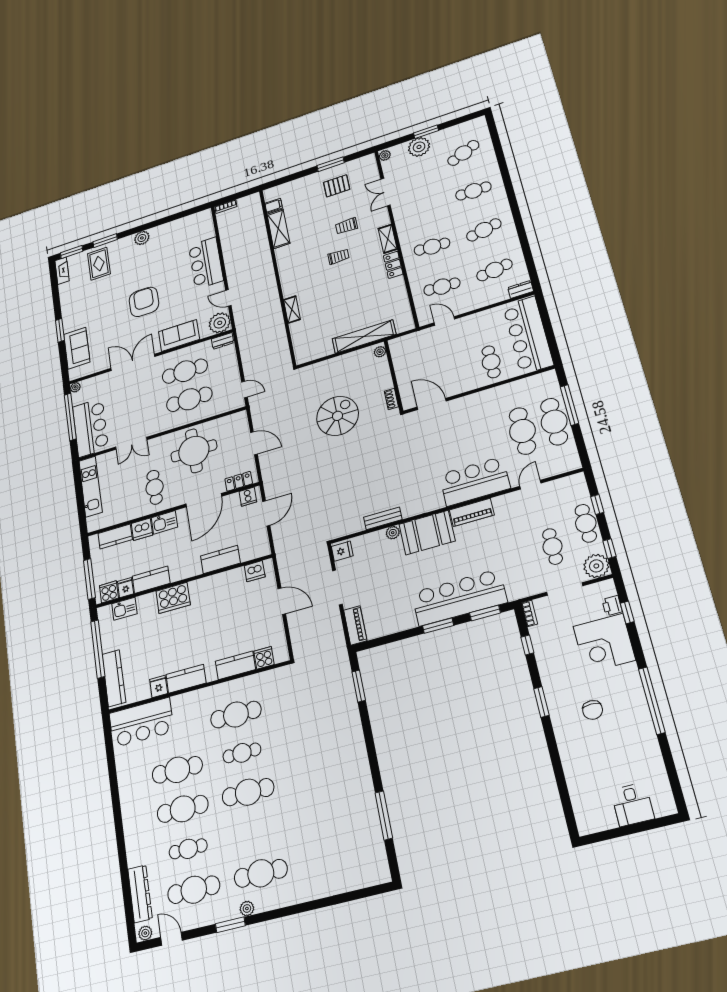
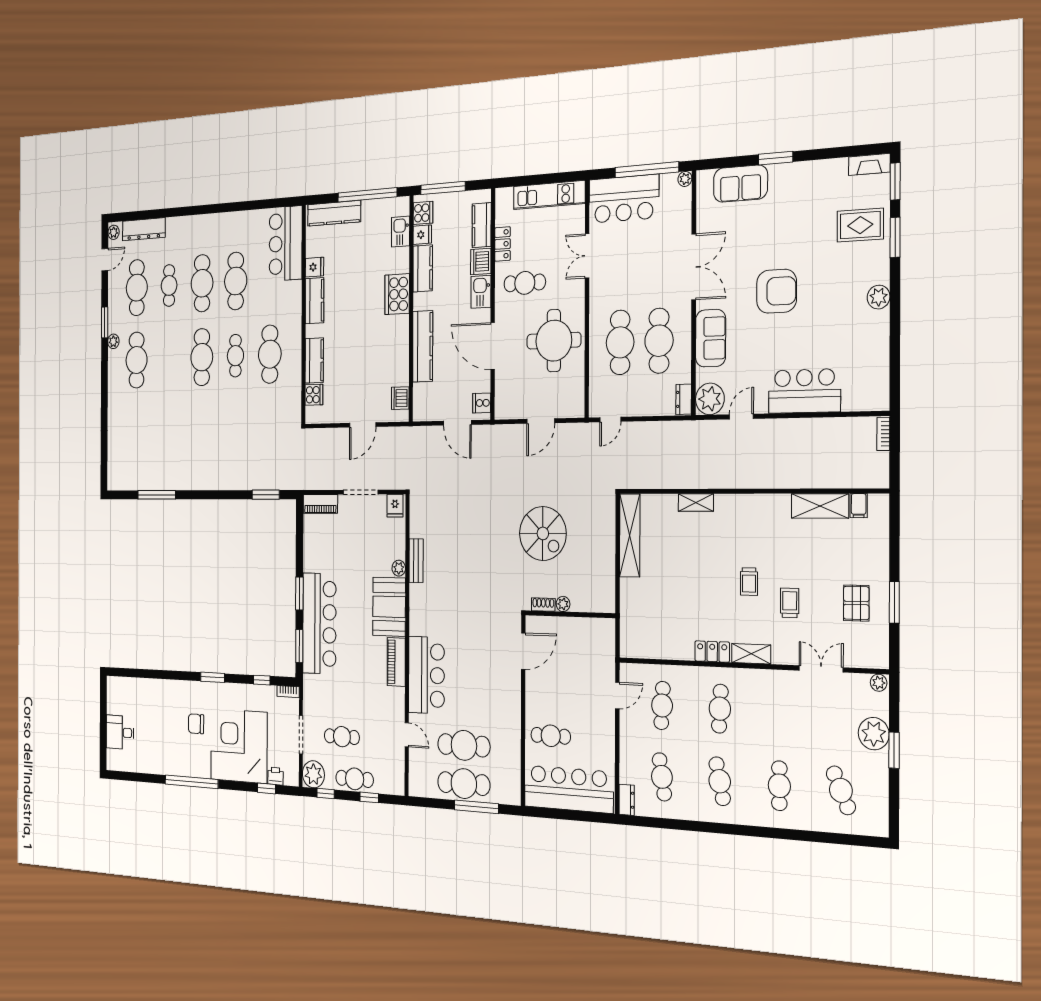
shelving: (364, 337) -> (630, 535), moved
plant: (380, 352) -> (563, 604), moved
locker: (239, 481) -> (503, 244), moved
kitchen counter: (220, 559) -> (423, 346), width x1.50
corner desk: (604, 643) -> (239, 746), width x1.36, depth x1.36

